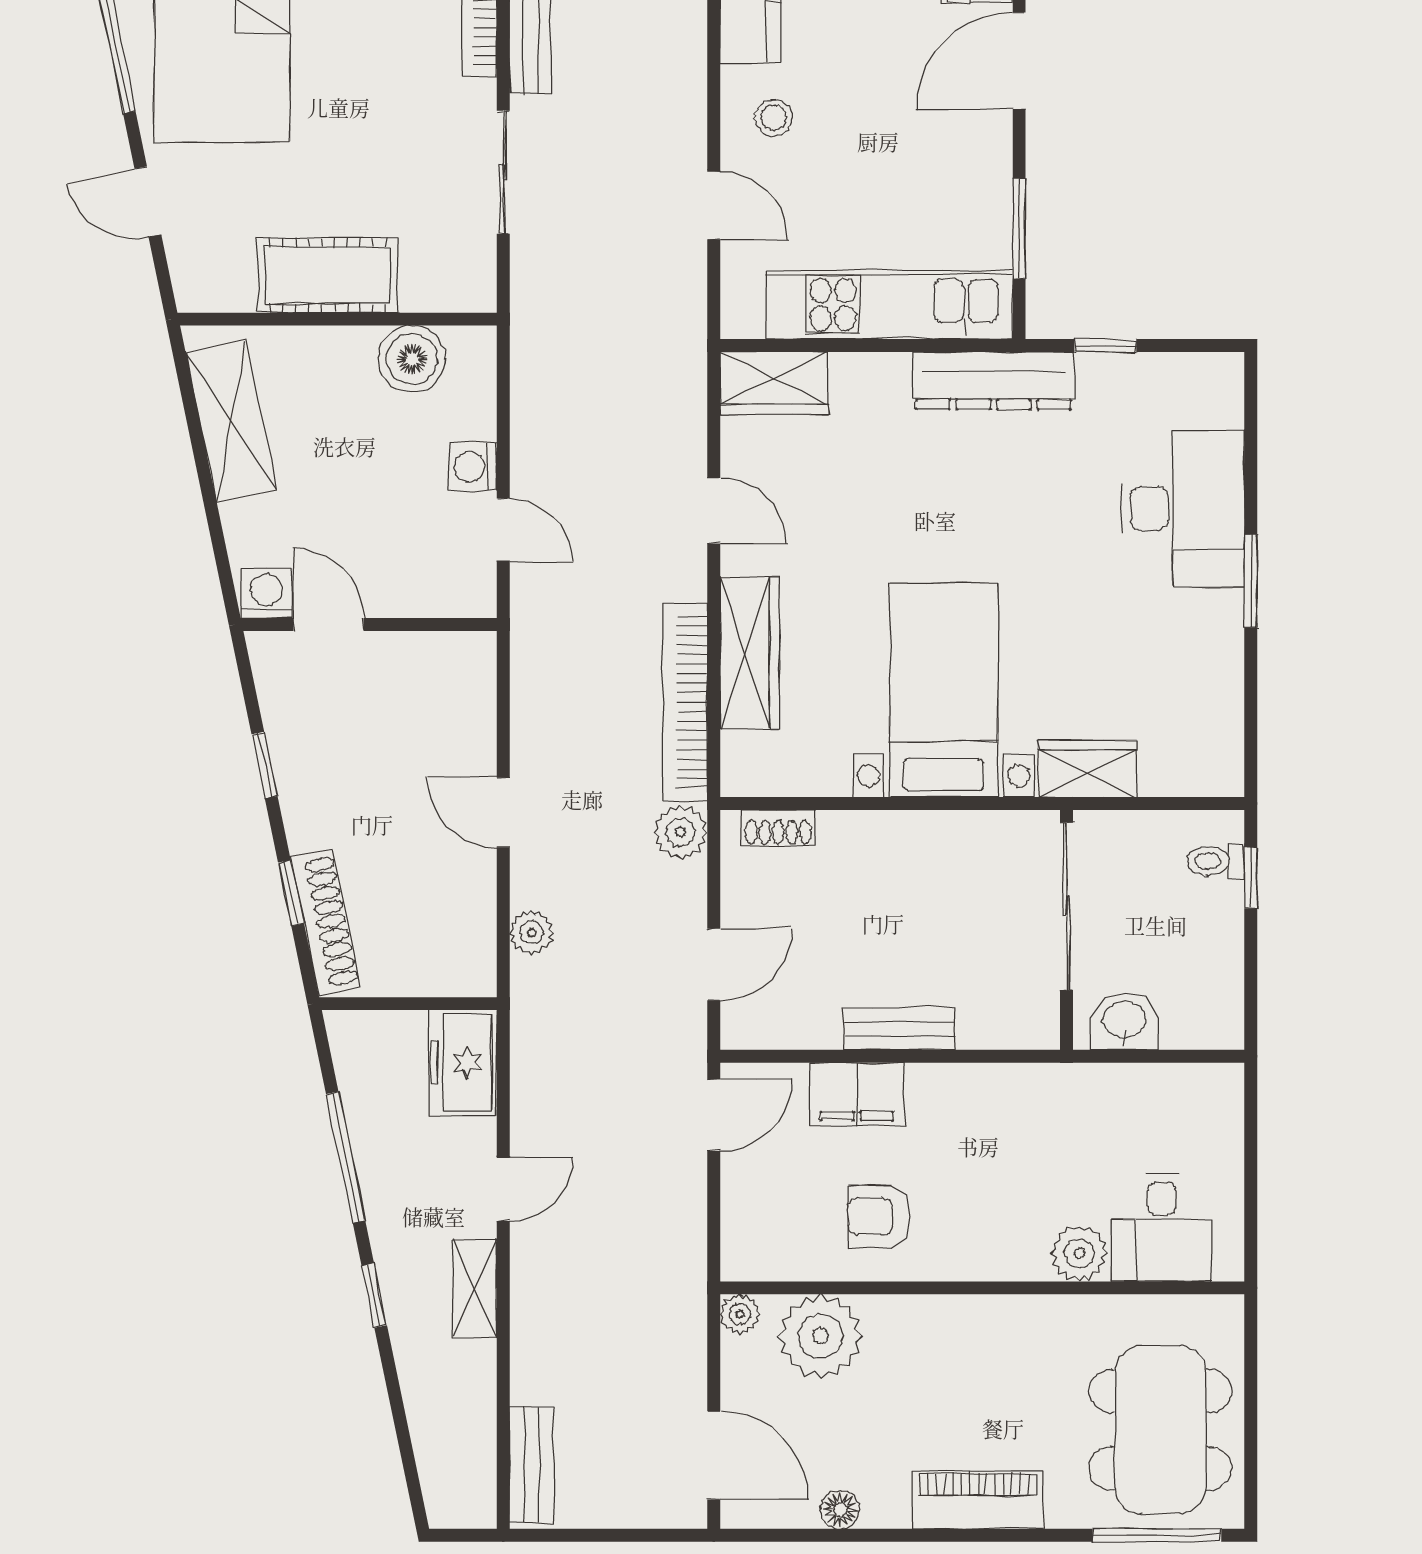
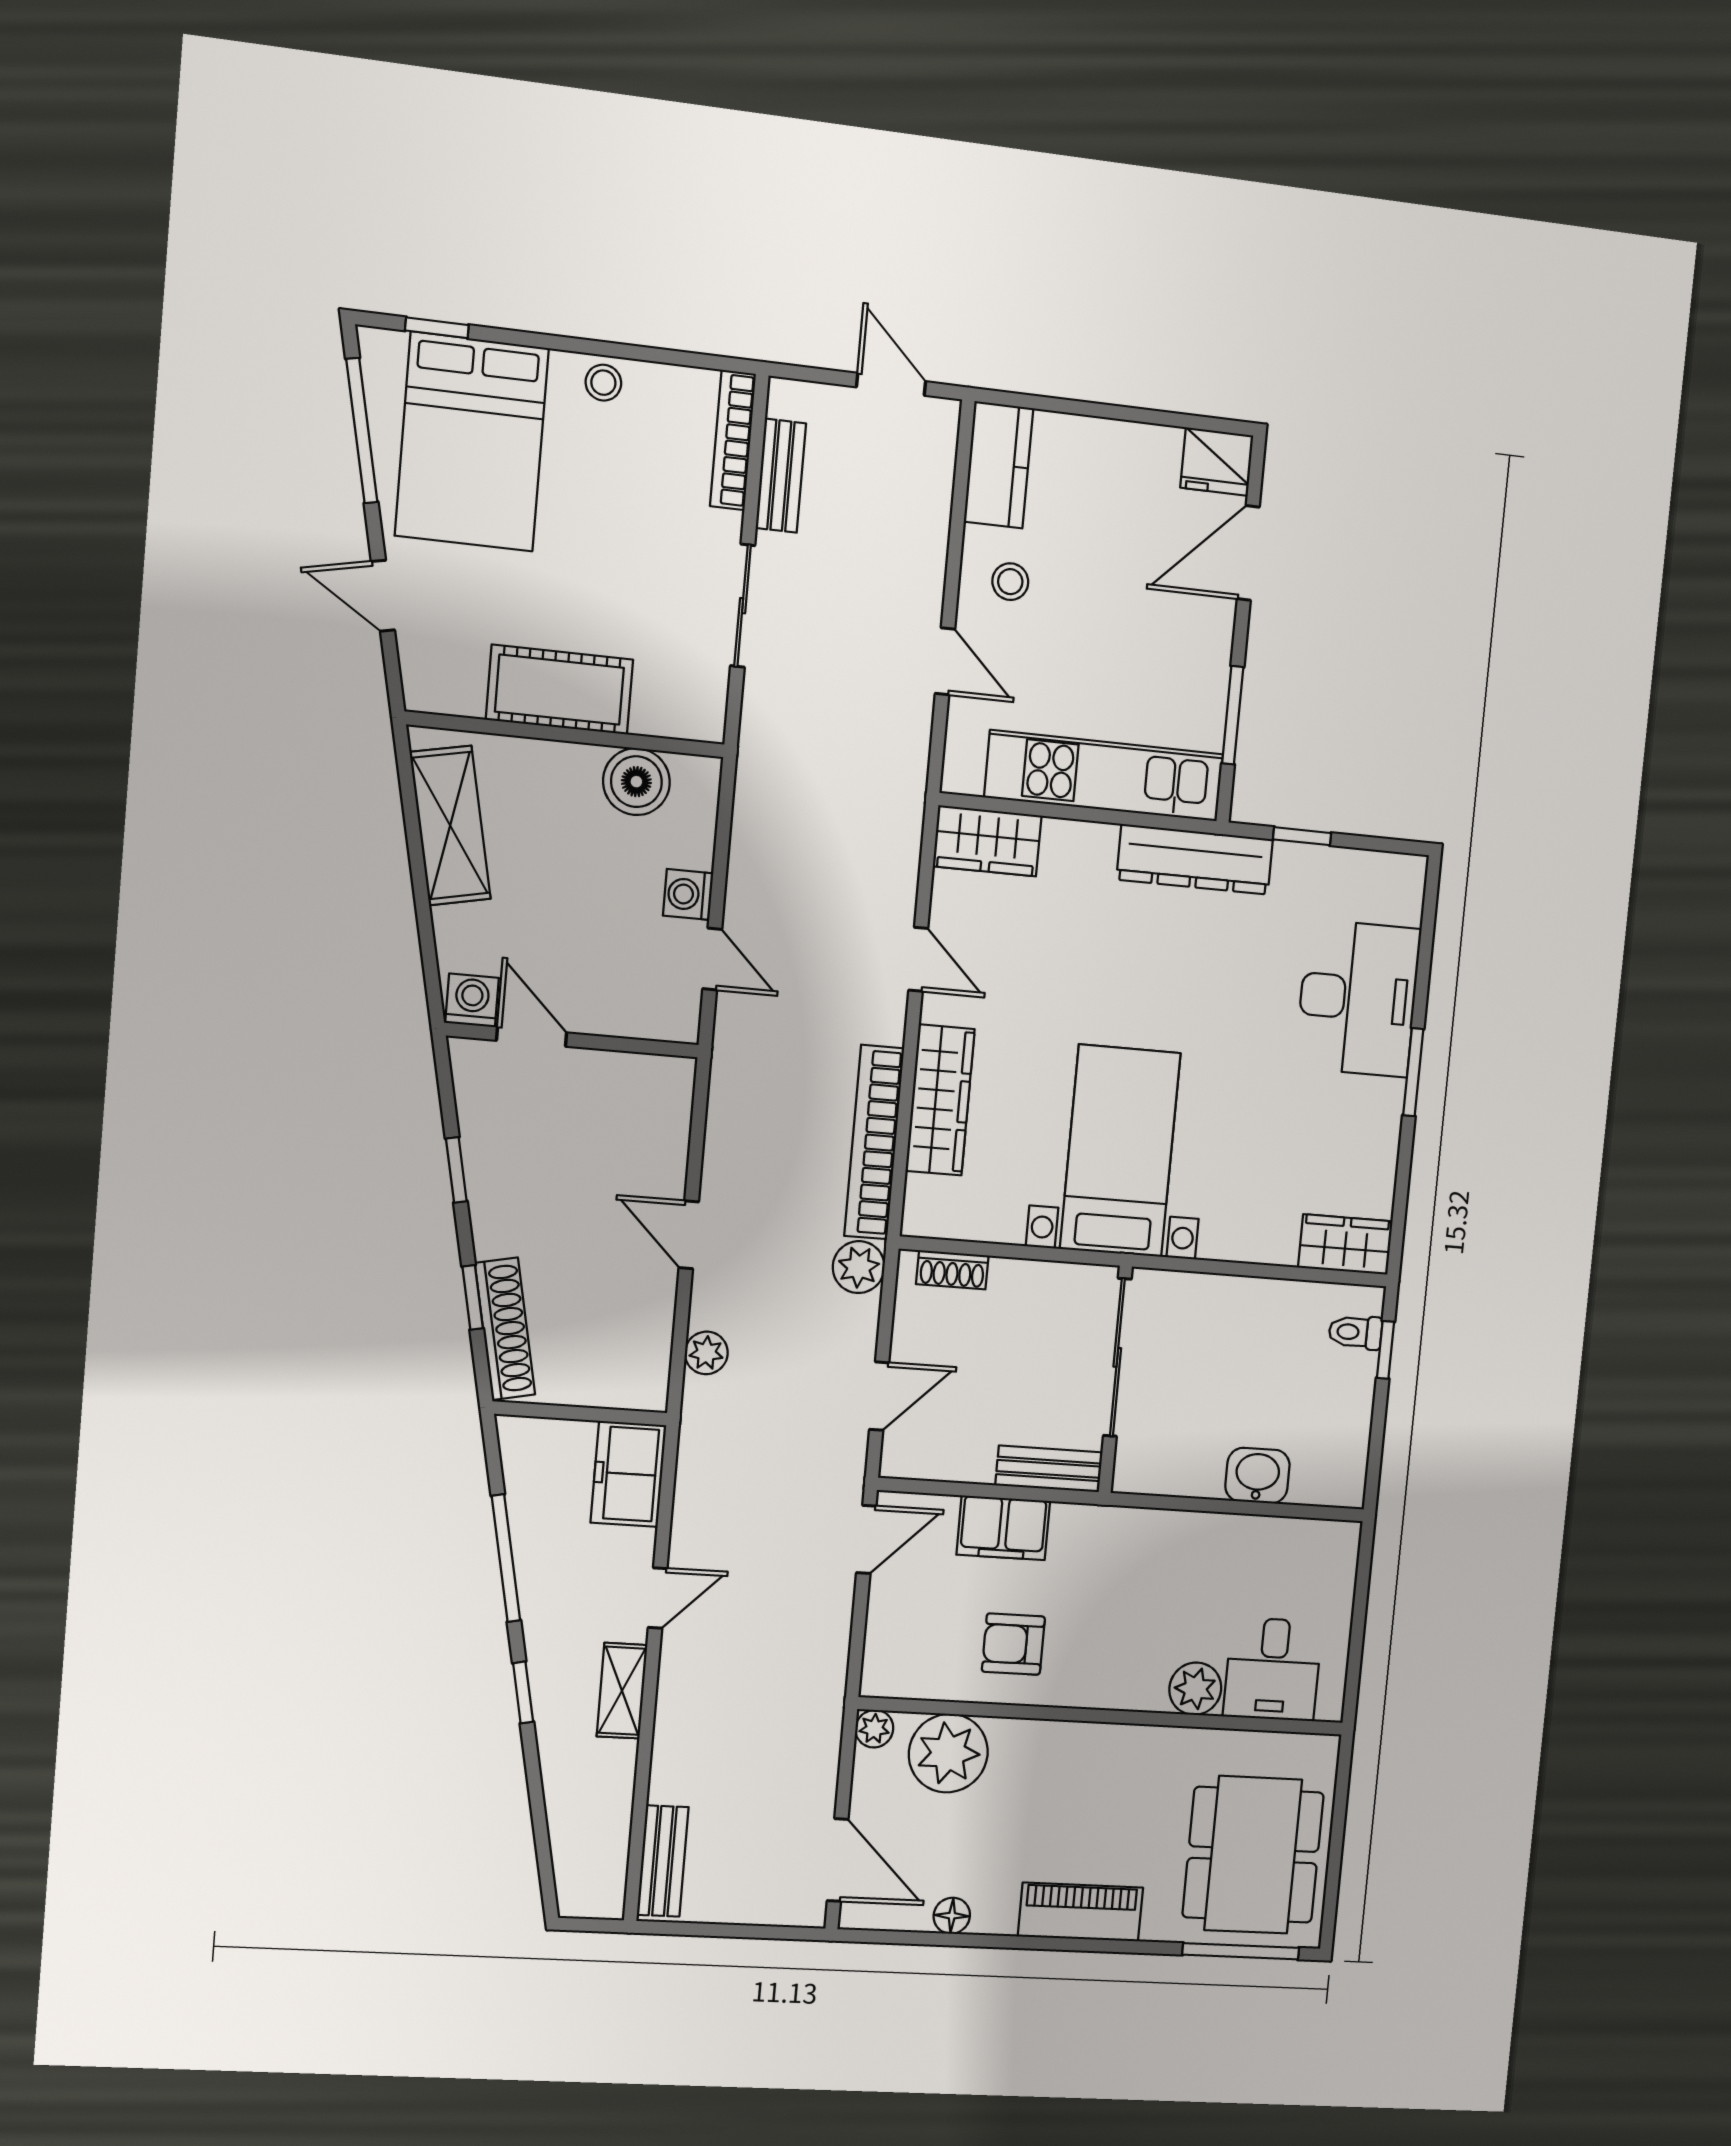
wardrobe: (1088, 769) -> (1345, 1244), moved
sliding door: (1067, 906) -> (1117, 1357), moved
wall: (1067, 930) -> (1115, 1380), moved

